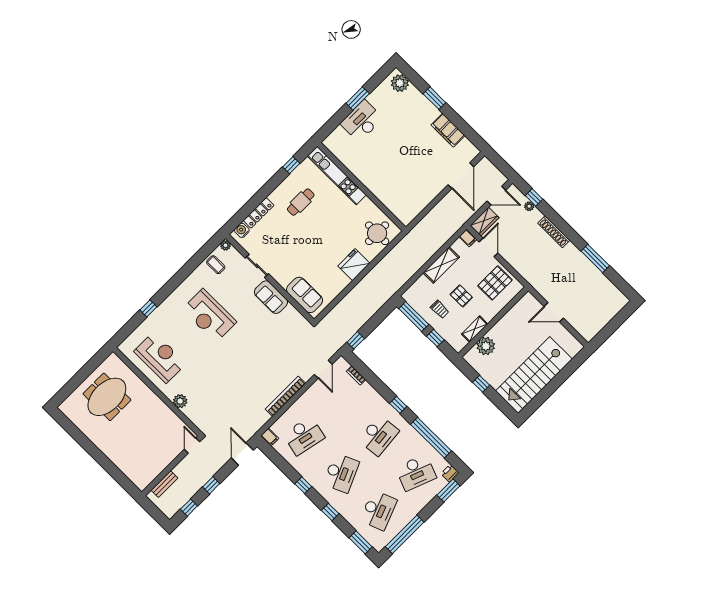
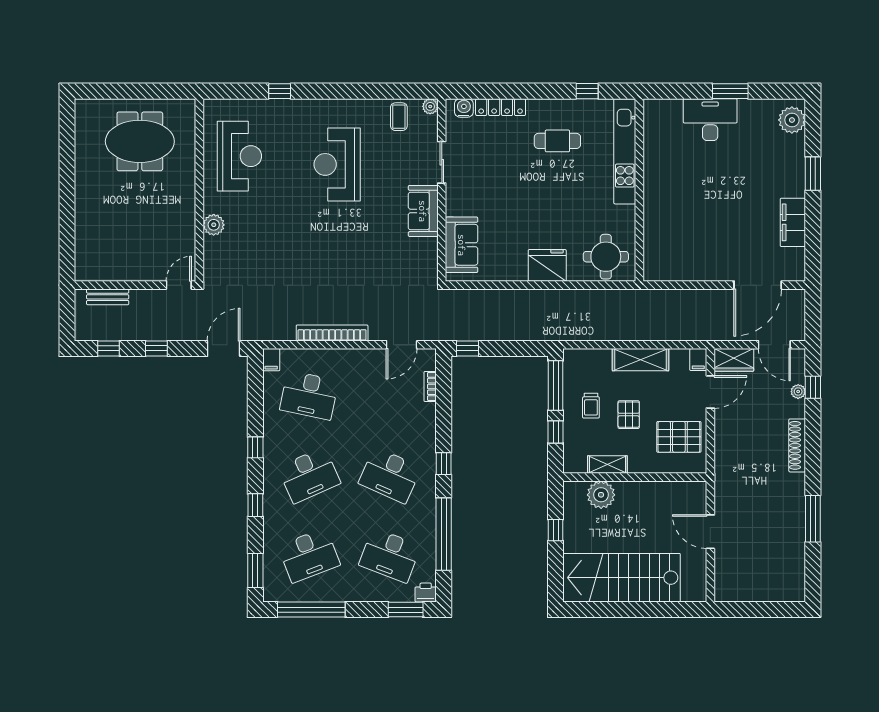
desk: (379, 435) -> (390, 475), turned 30

